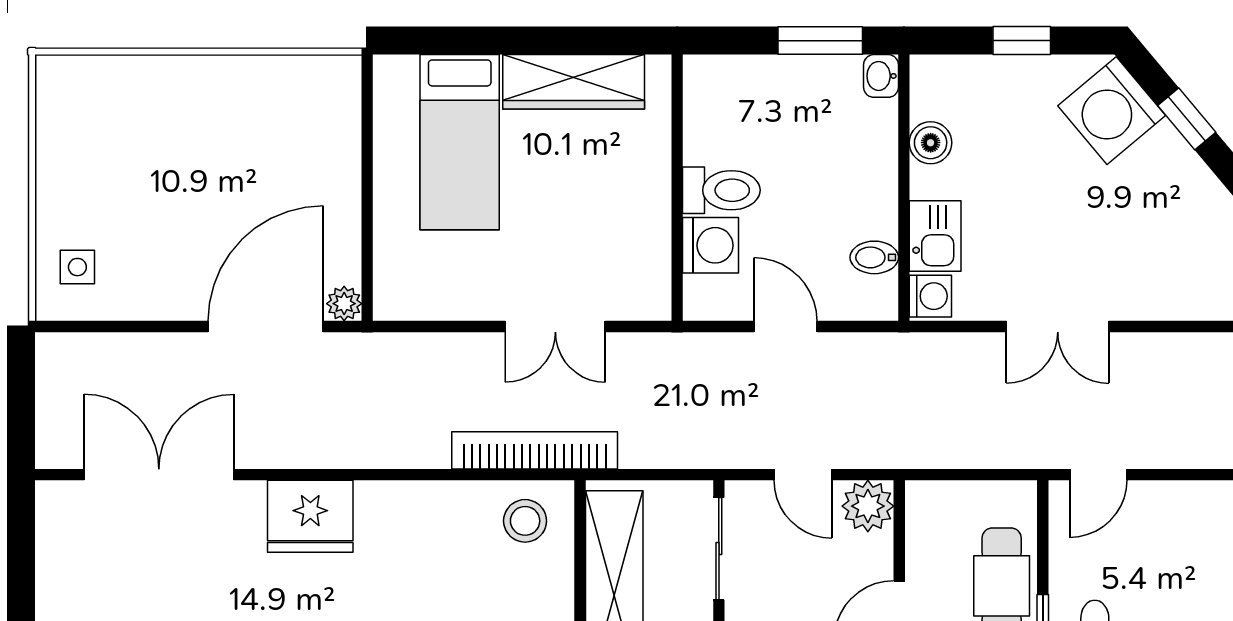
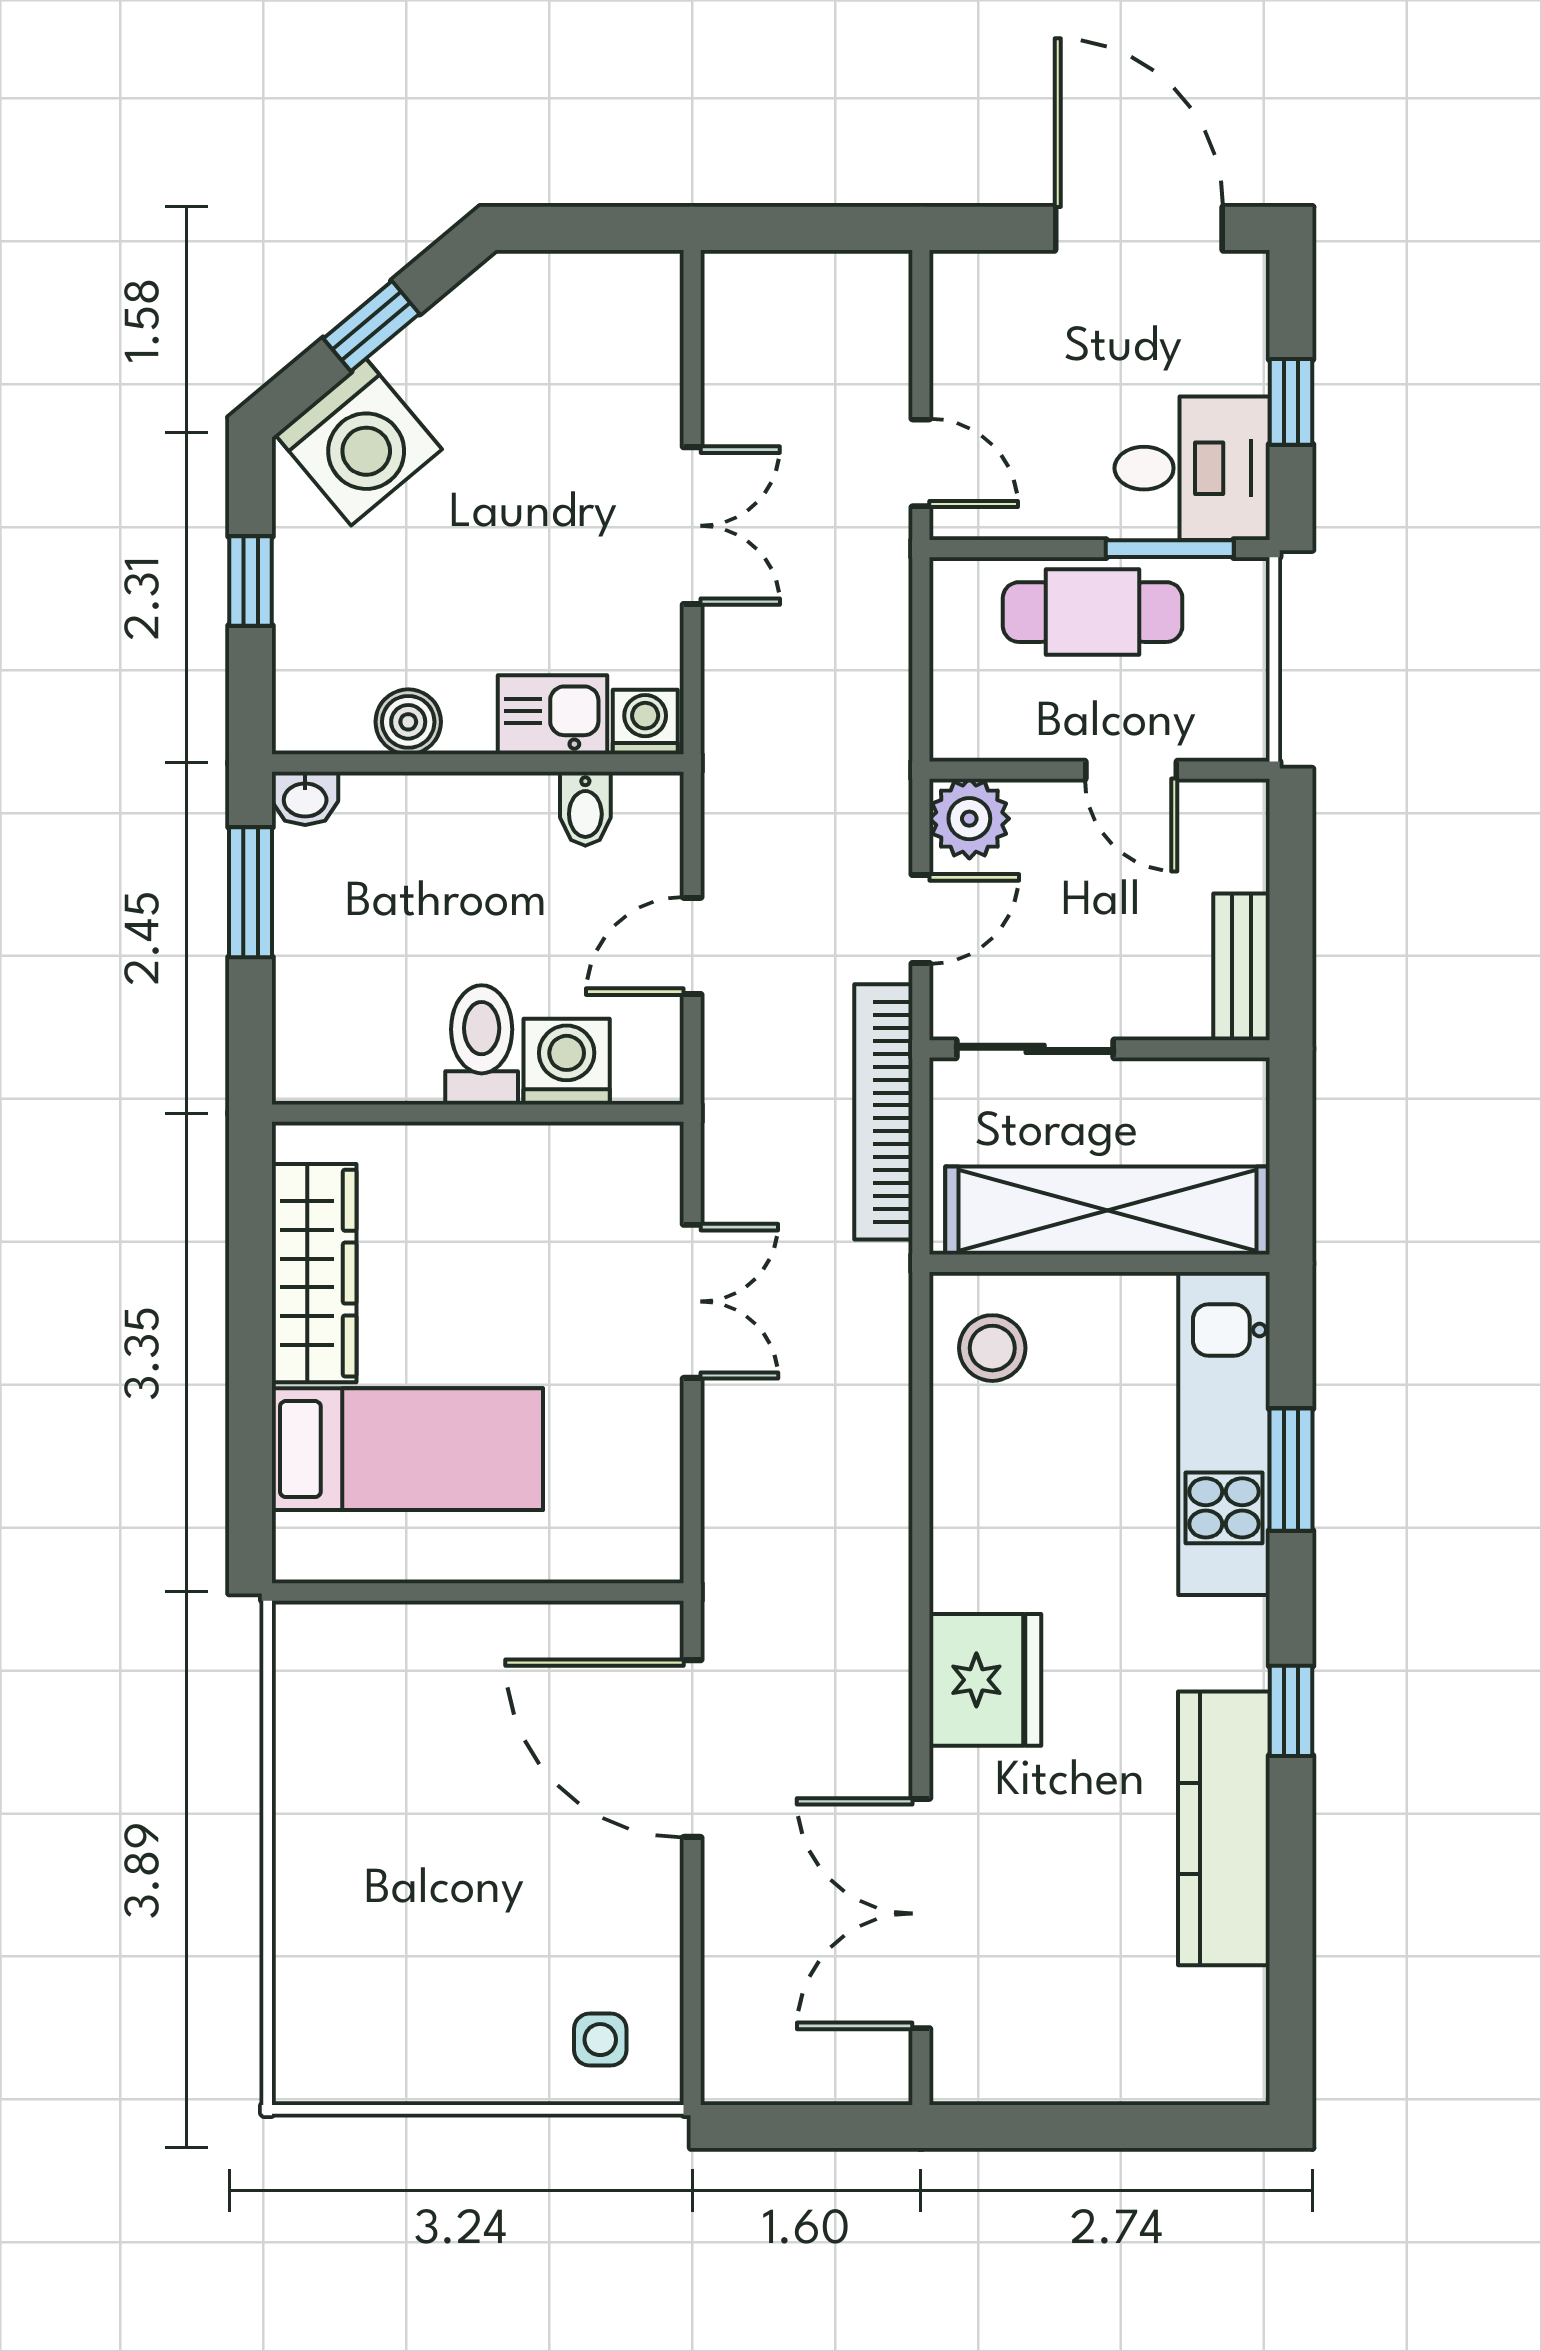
plant: (344, 304) -> (657, 1628), removed
bookcase: (535, 450) -> (883, 1112), moved

